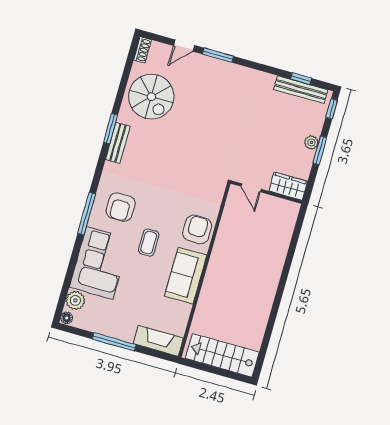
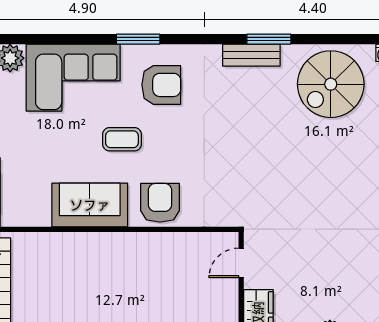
armchair: (121, 207) -> (161, 85), turned 180
window: (87, 214) -> (138, 39), width x0.69
armchair: (197, 230) -> (160, 203), turned -90

